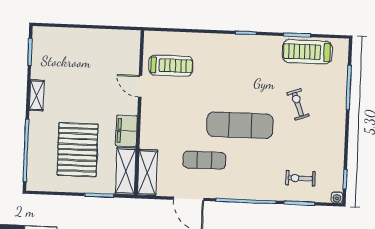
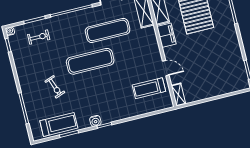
water cooler: (256, 42) -> (95, 121), added
shelving: (37, 95) -> (178, 95), moved
exercise mat: (204, 160) -> (108, 30), width x1.36, depth x1.45

